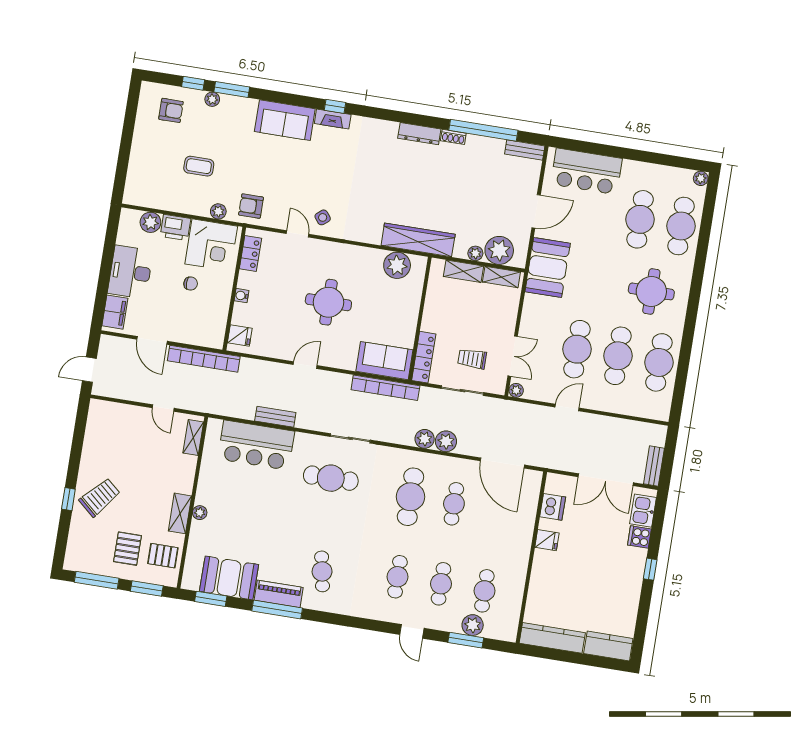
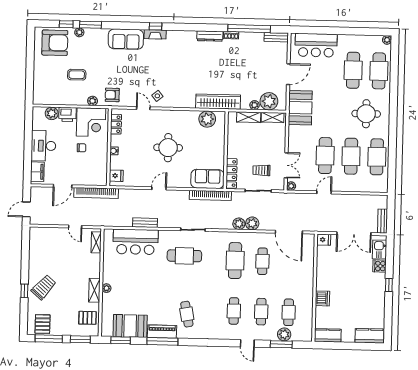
armchair: (171, 110) -> (55, 43), width x1.88, depth x1.88
door: (152, 340) -> (63, 186), hinge flipped
dishwasher: (553, 507) -> (322, 298), moved
fridge: (547, 540) -> (324, 240), moved
pallet: (127, 549) -> (43, 324), moved
kitchen counter: (552, 638) -> (328, 335), width x0.67

